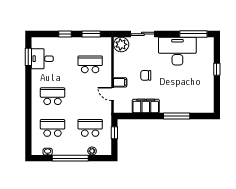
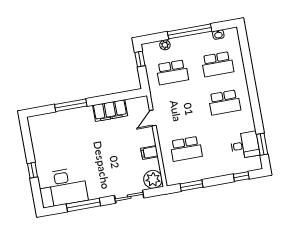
window: (65, 34) -> (241, 176), moved
window: (193, 34) -> (83, 205), moved
desk: (177, 51) -> (63, 187), moved
chair: (146, 75) -> (117, 148), removed
filing cabinet: (120, 82) -> (149, 152), moved
door: (113, 94) -> (153, 118), swing flipped
window: (114, 133) -> (140, 59), moved

